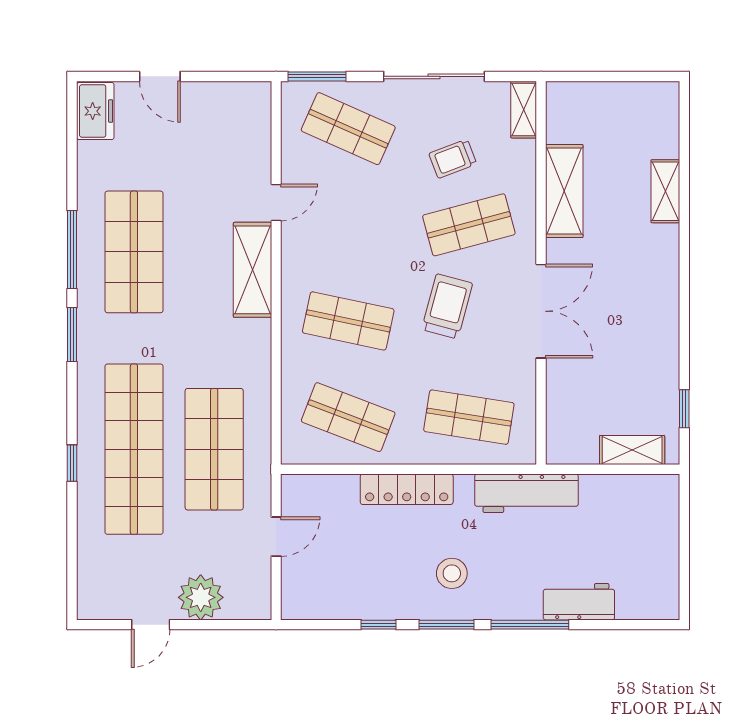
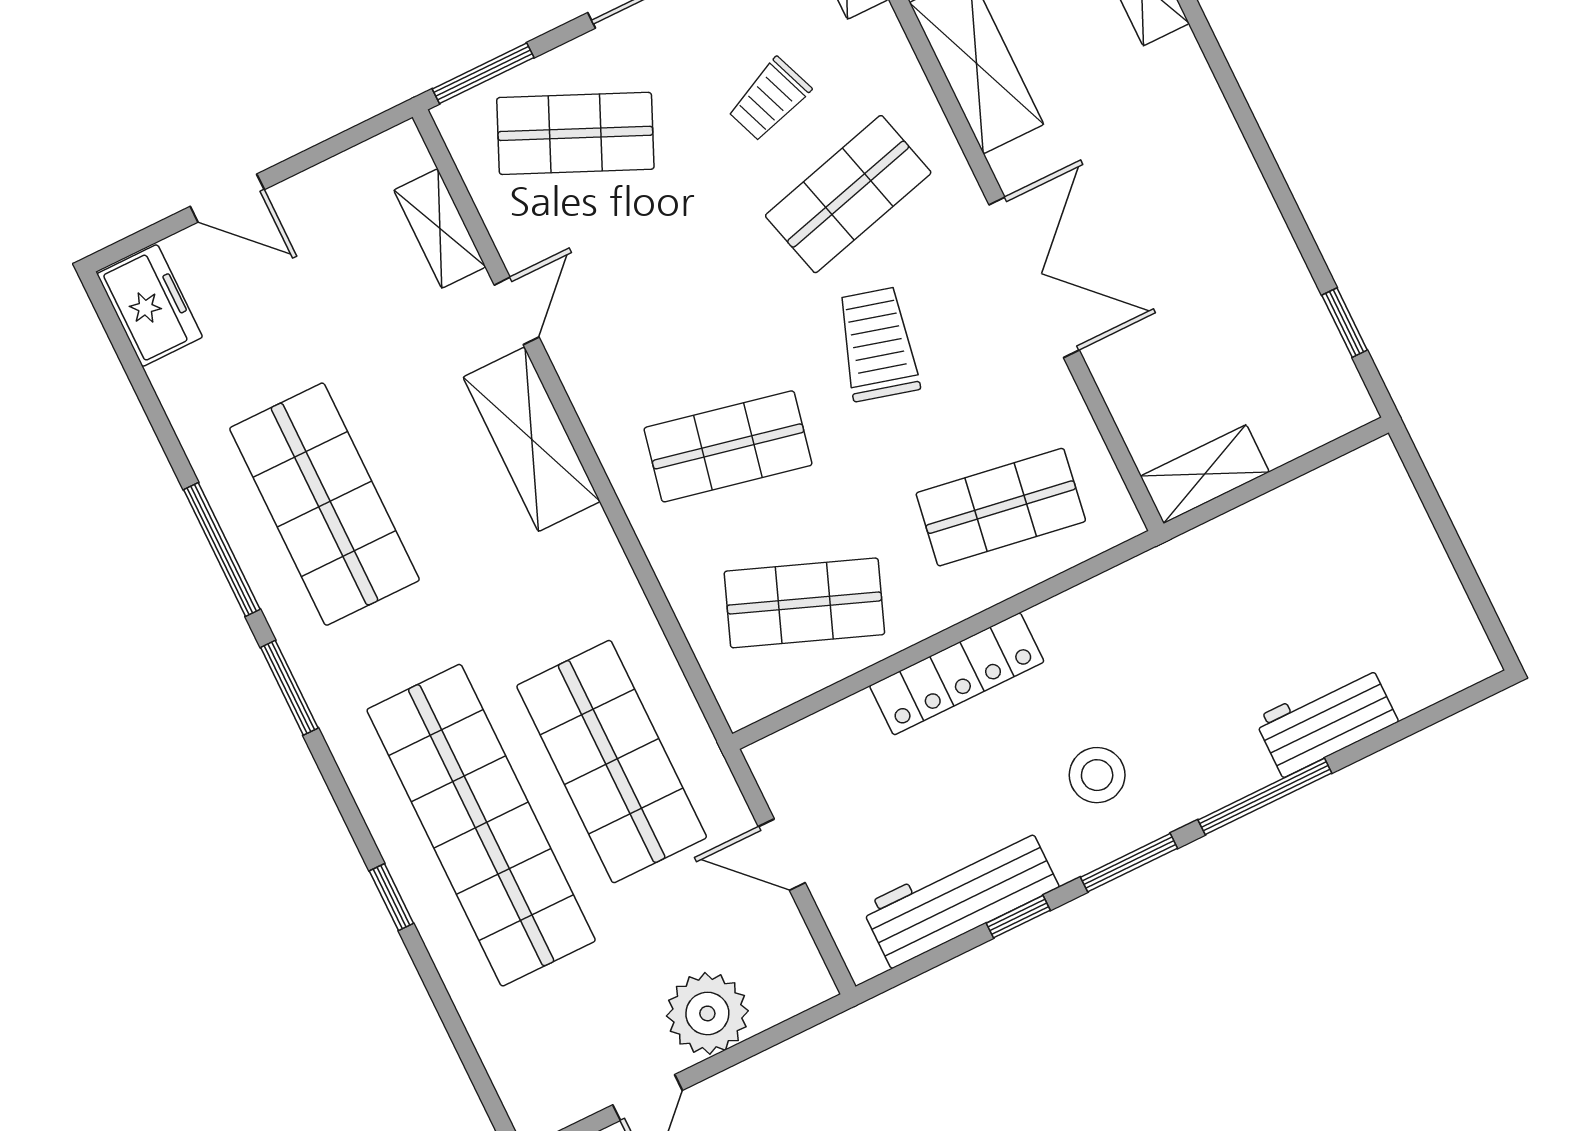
shelving: (258, 143) -> (440, 228), added
shelving: (632, 450) -> (1205, 474), moved
workbench: (526, 493) -> (960, 897), moved, turned 180
door: (276, 537) -> (782, 855), swing flipped

